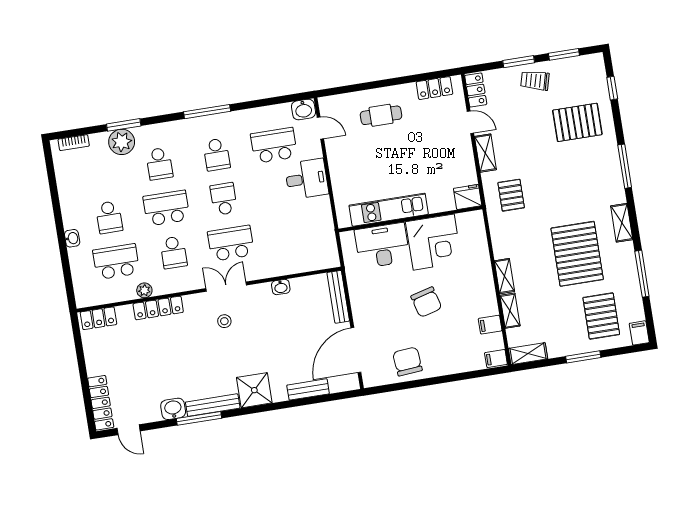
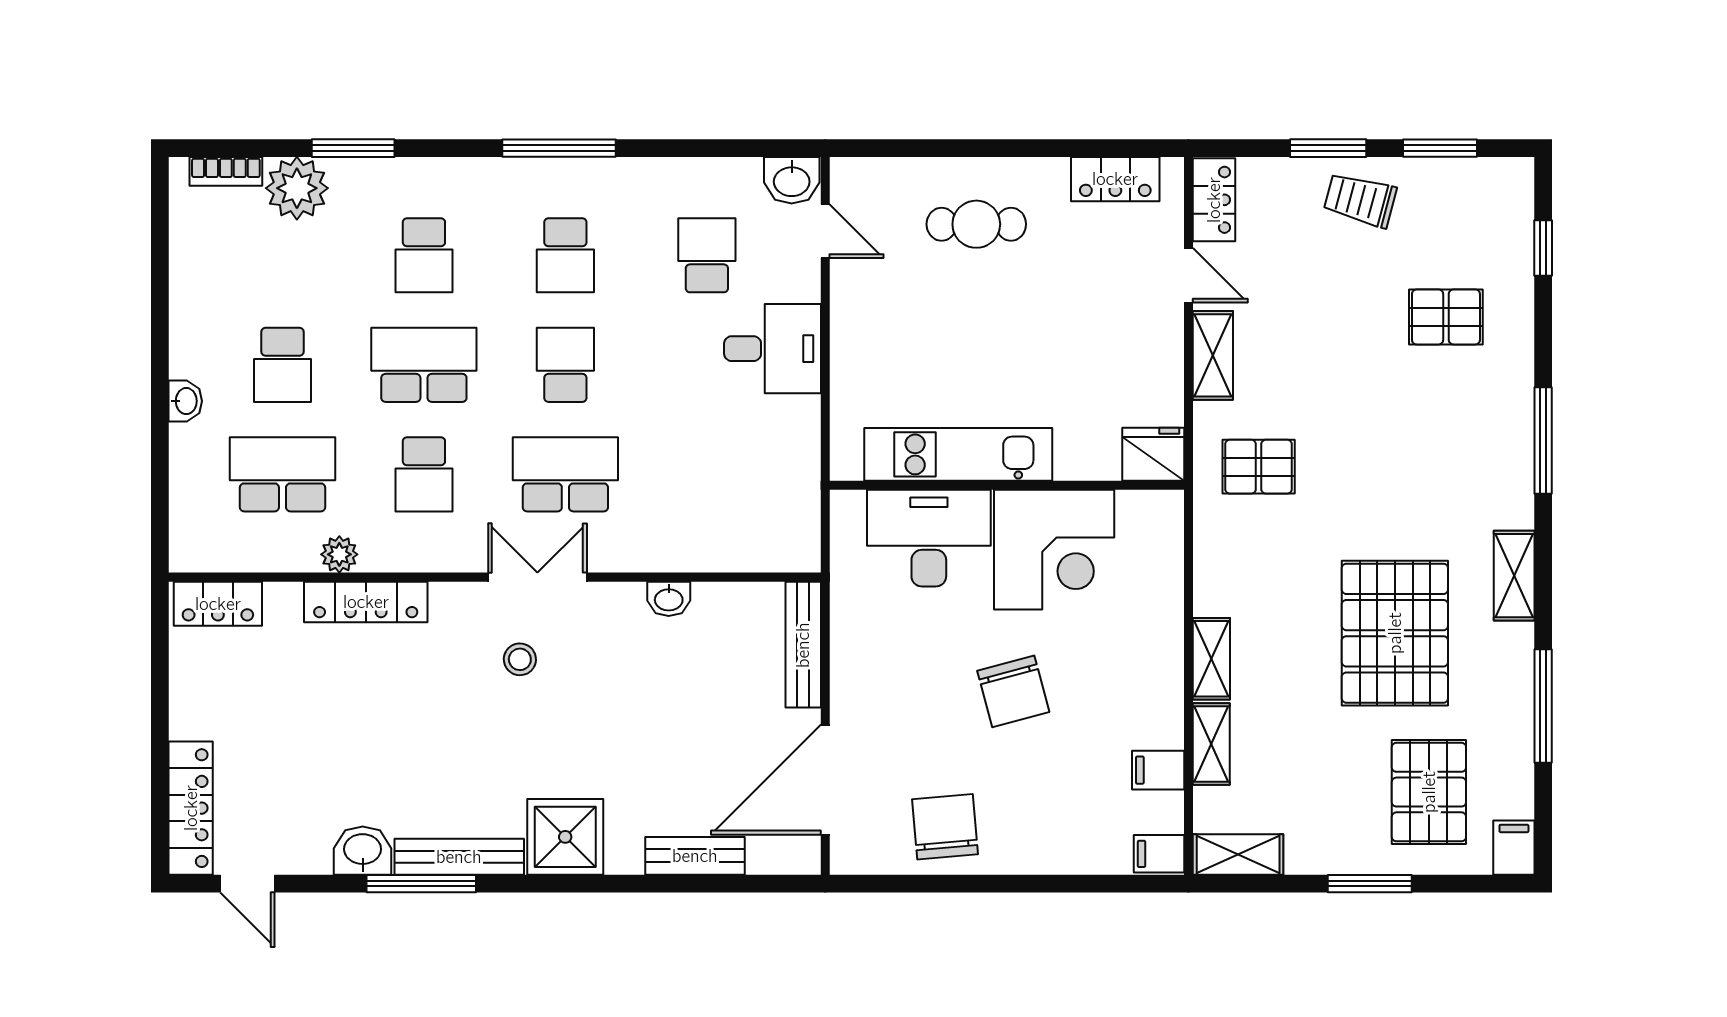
pallet: (577, 122) -> (1446, 317), width x0.67, depth x0.71
plant: (122, 142) -> (297, 188), moved
school desk: (274, 145) -> (707, 255), width x0.54
pallet: (511, 195) -> (1259, 467), turned 90

